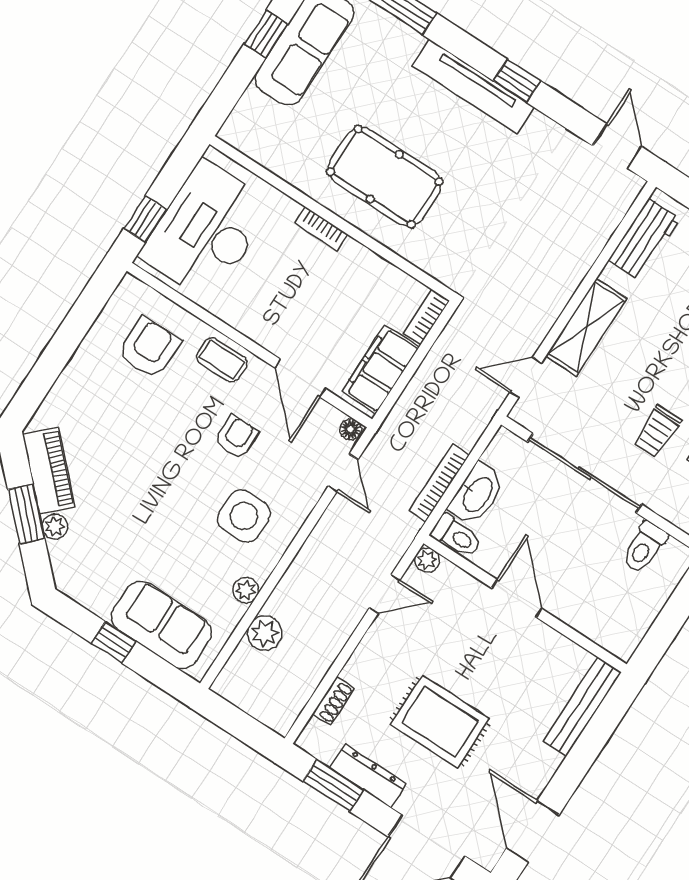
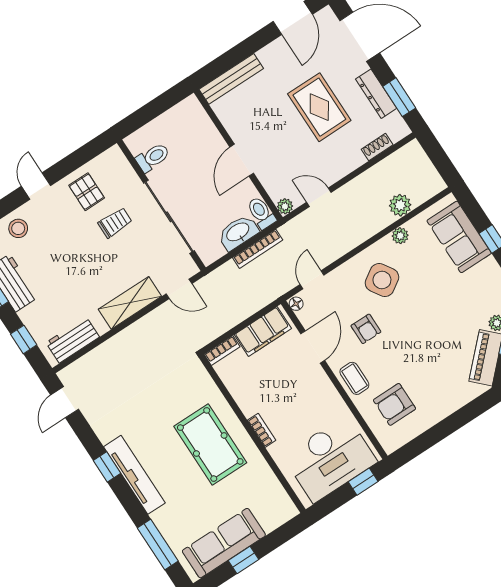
armchair: (236, 437) -> (366, 329), turned -90
side table: (244, 516) -> (382, 280), turned -33

